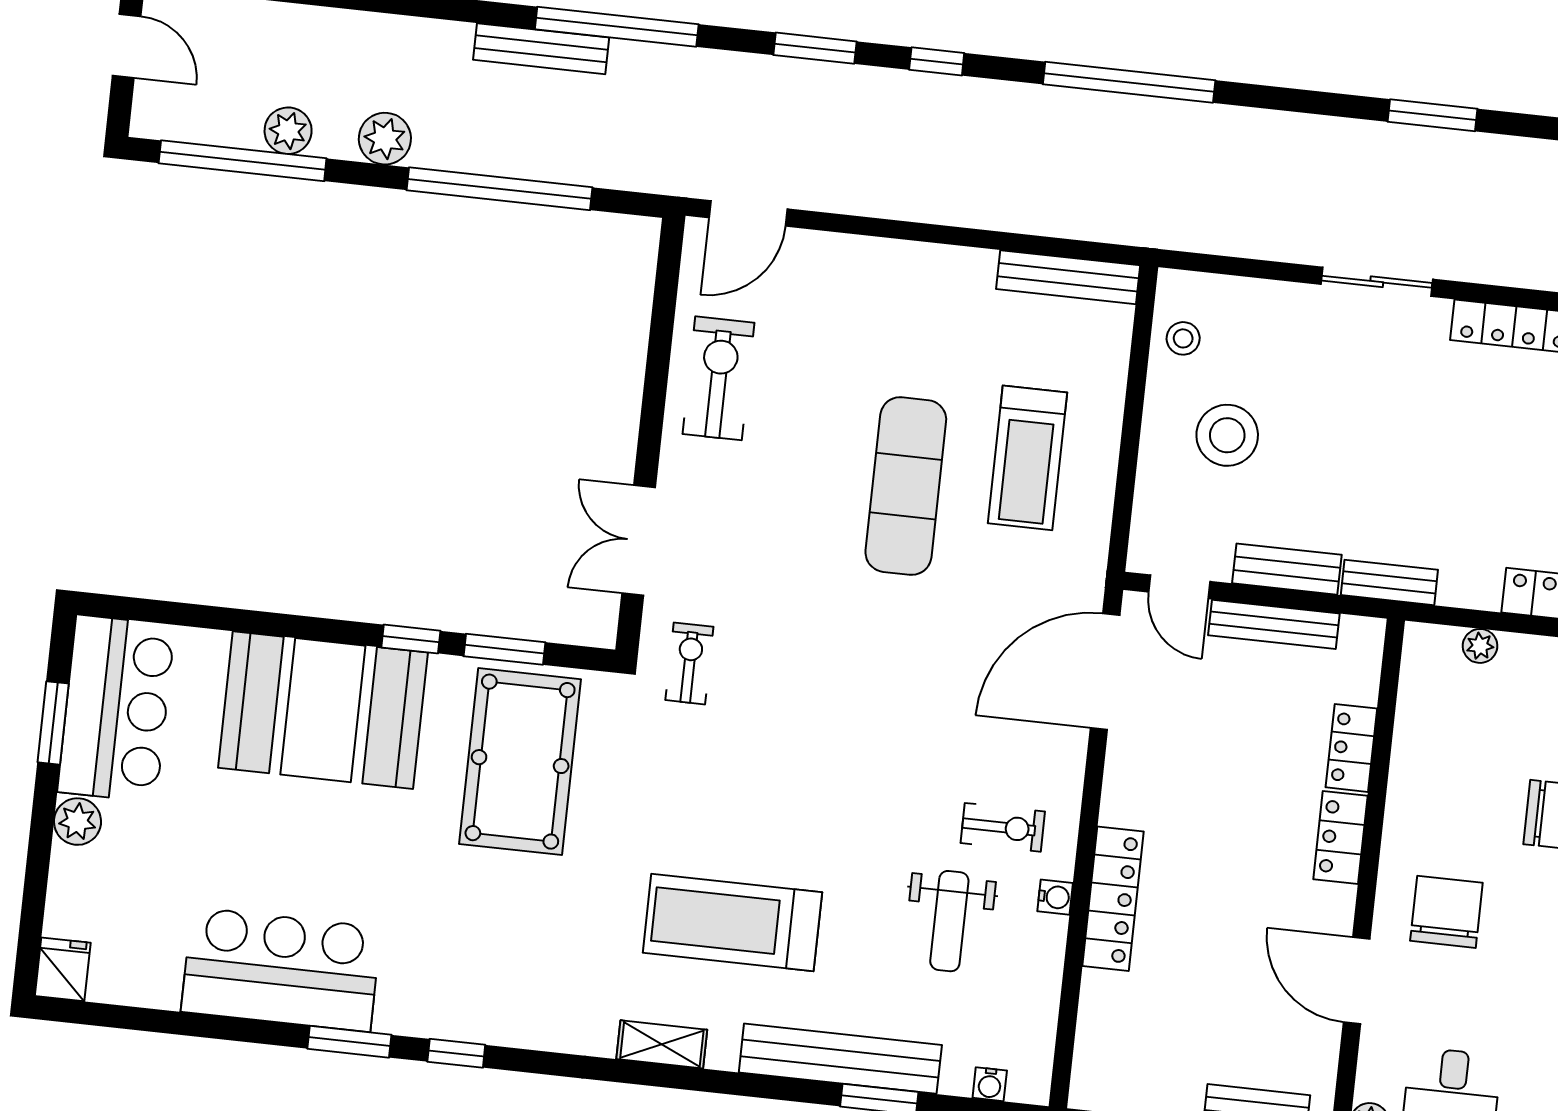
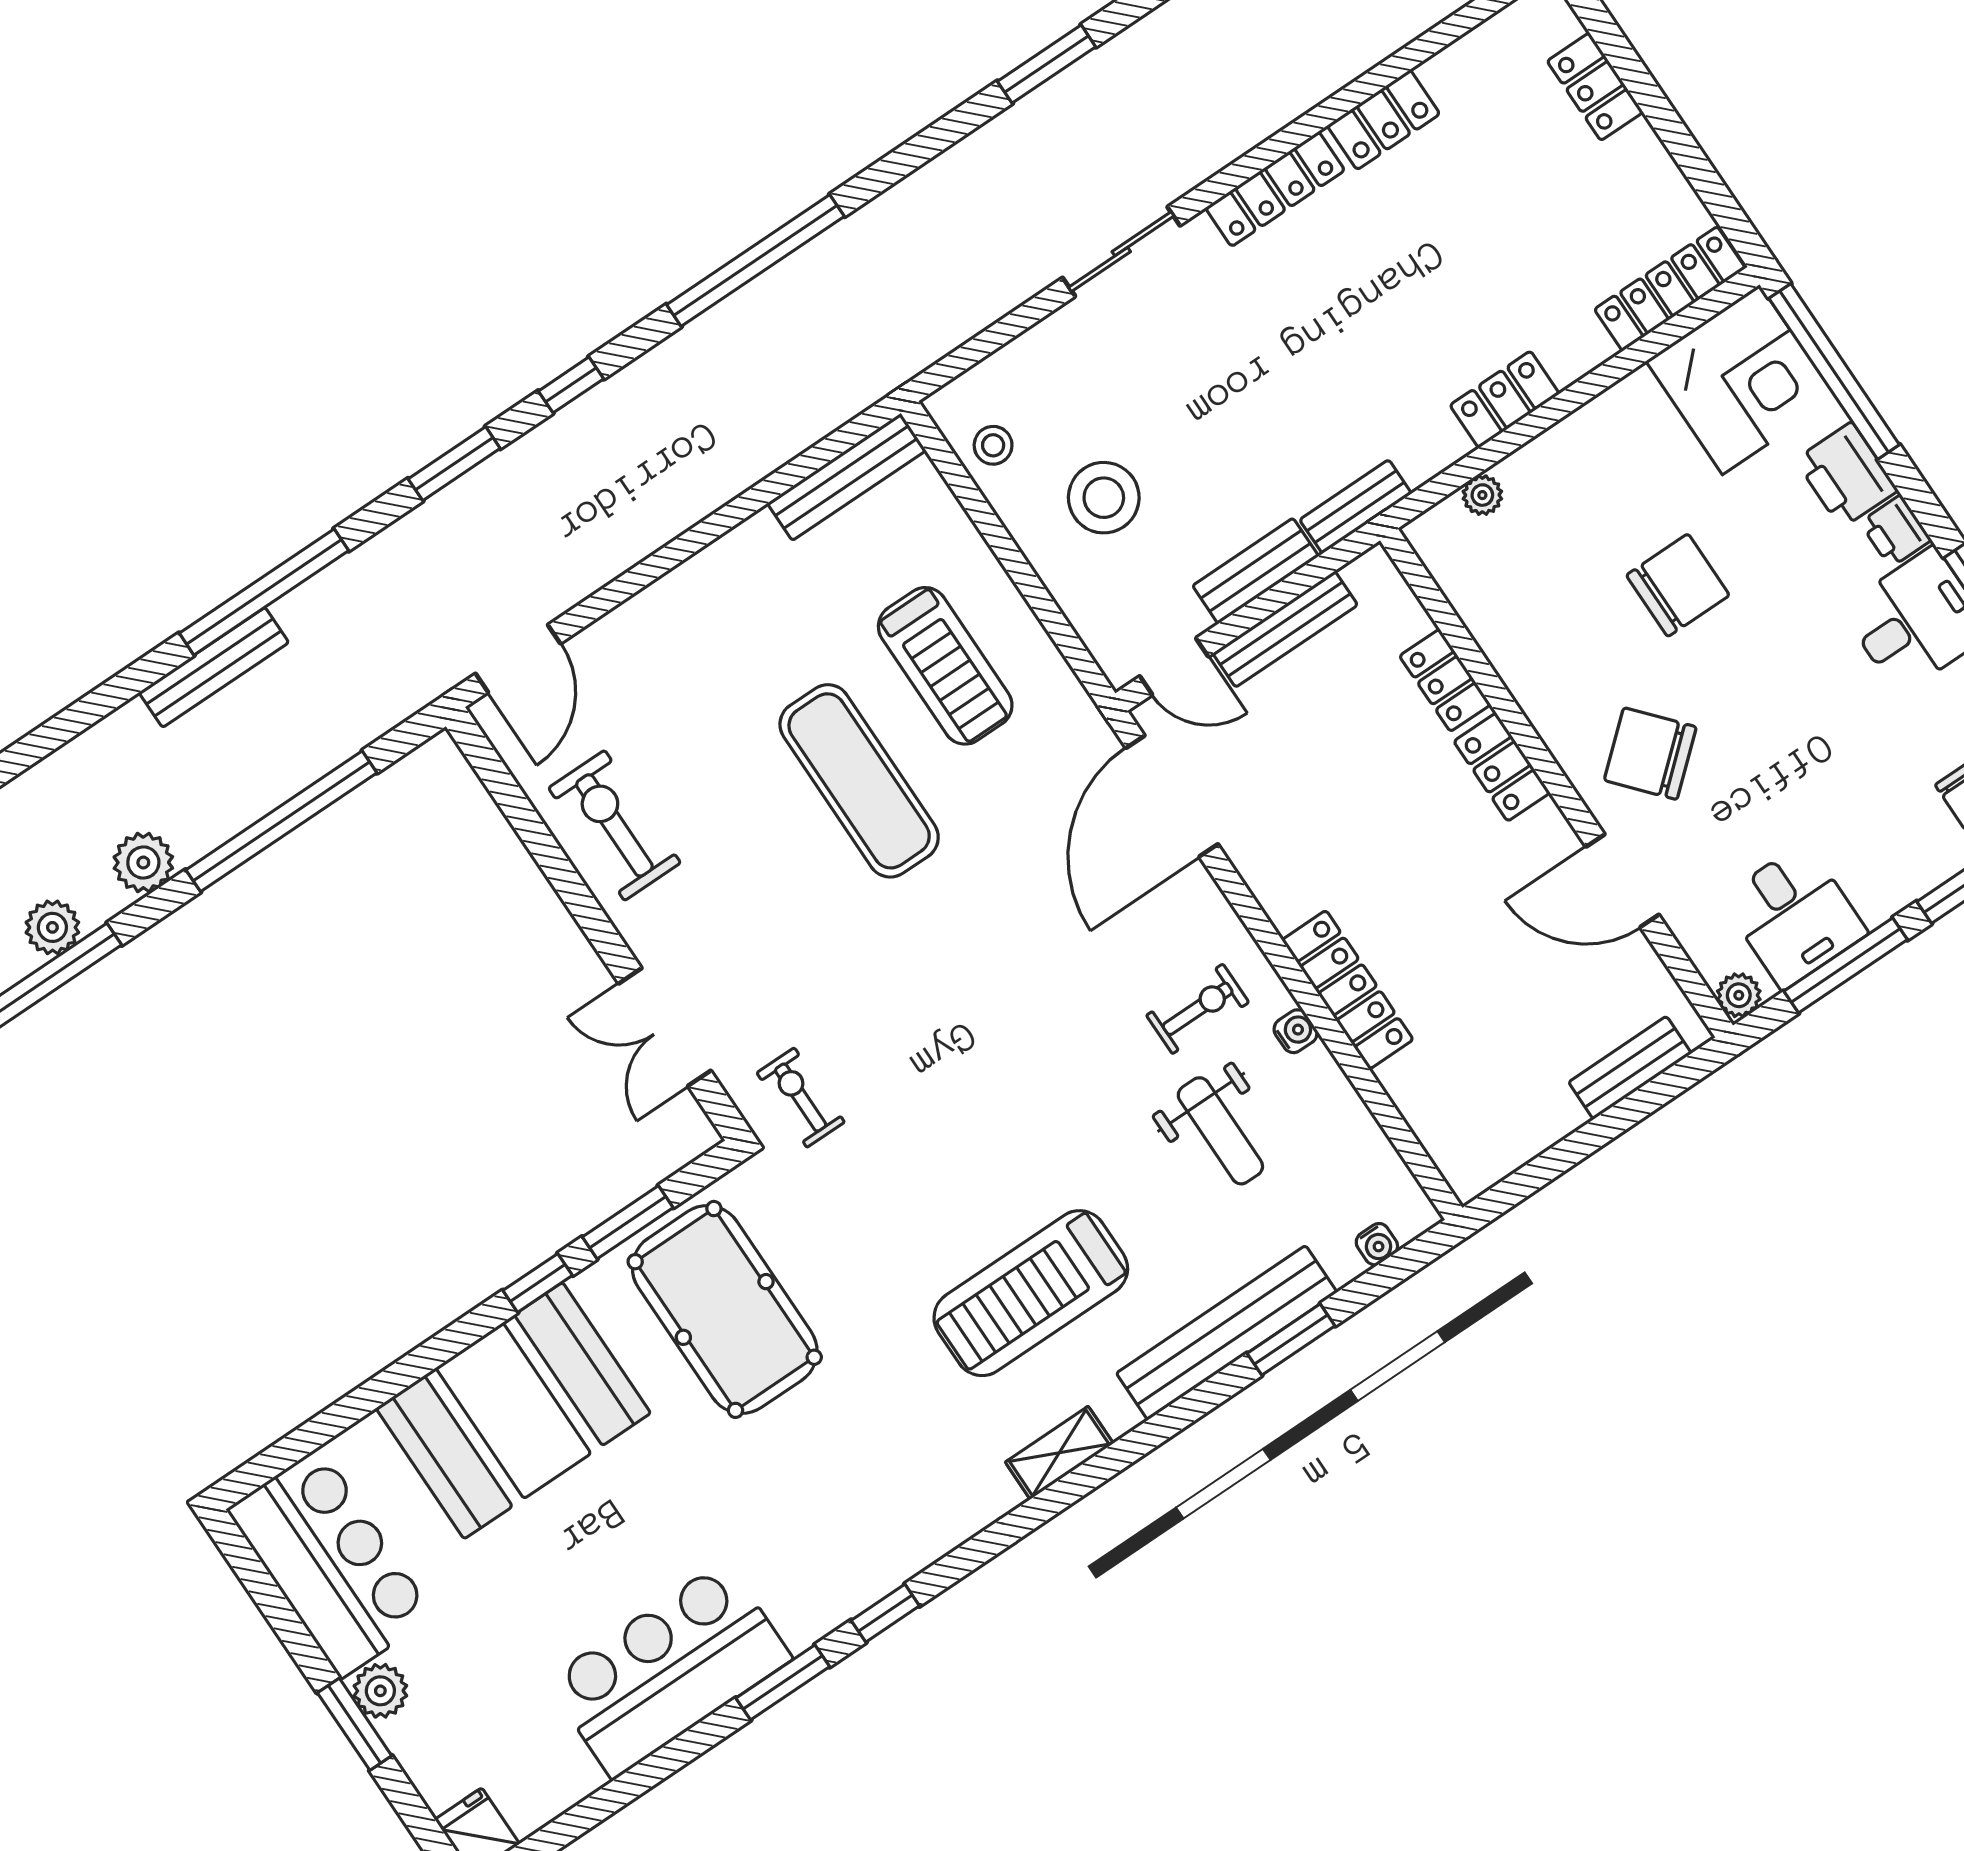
window: (53, 723) -> (355, 1724), moved
chair: (1446, 912) -> (1650, 754), turned -41

